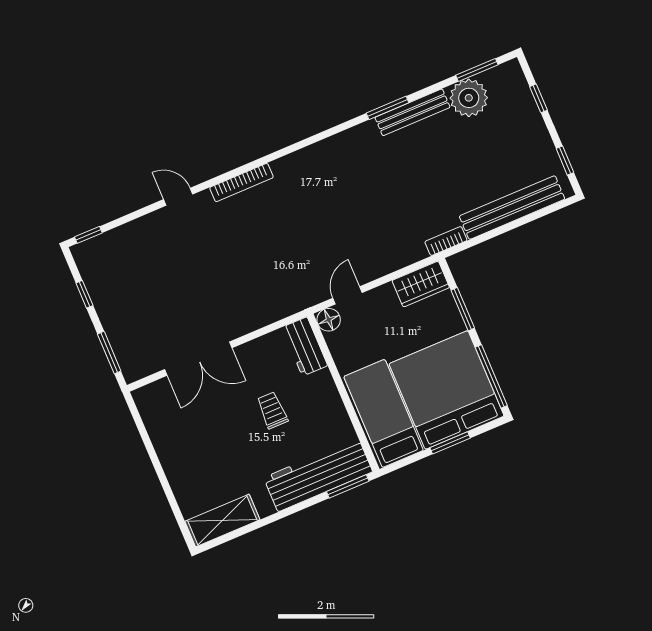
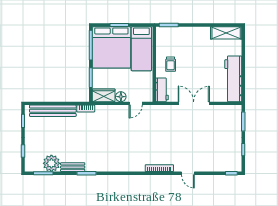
bench: (412, 112) -> (73, 167), width x0.73
floor lamp: (329, 320) -> (121, 97), moved
double door: (198, 359) -> (194, 103), moved
trolley: (272, 410) -> (171, 64), moved
workbench: (318, 475) -> (233, 79), moved, turned 90

